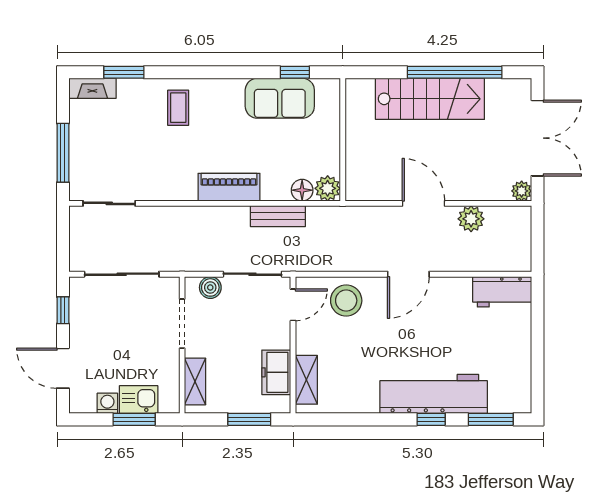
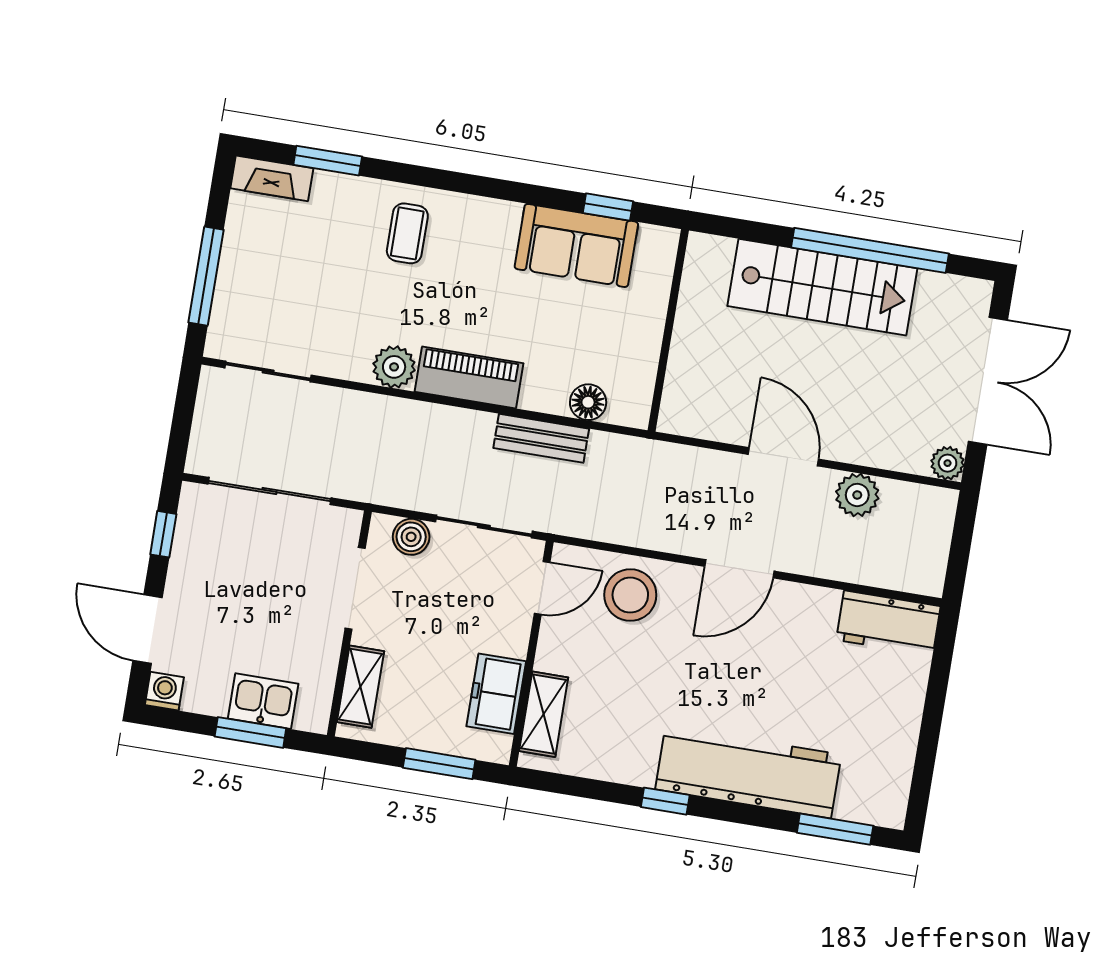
plant: (328, 188) -> (394, 367), moved
washing machine: (107, 403) -> (164, 691), moved
window: (431, 419) -> (665, 801), moved

